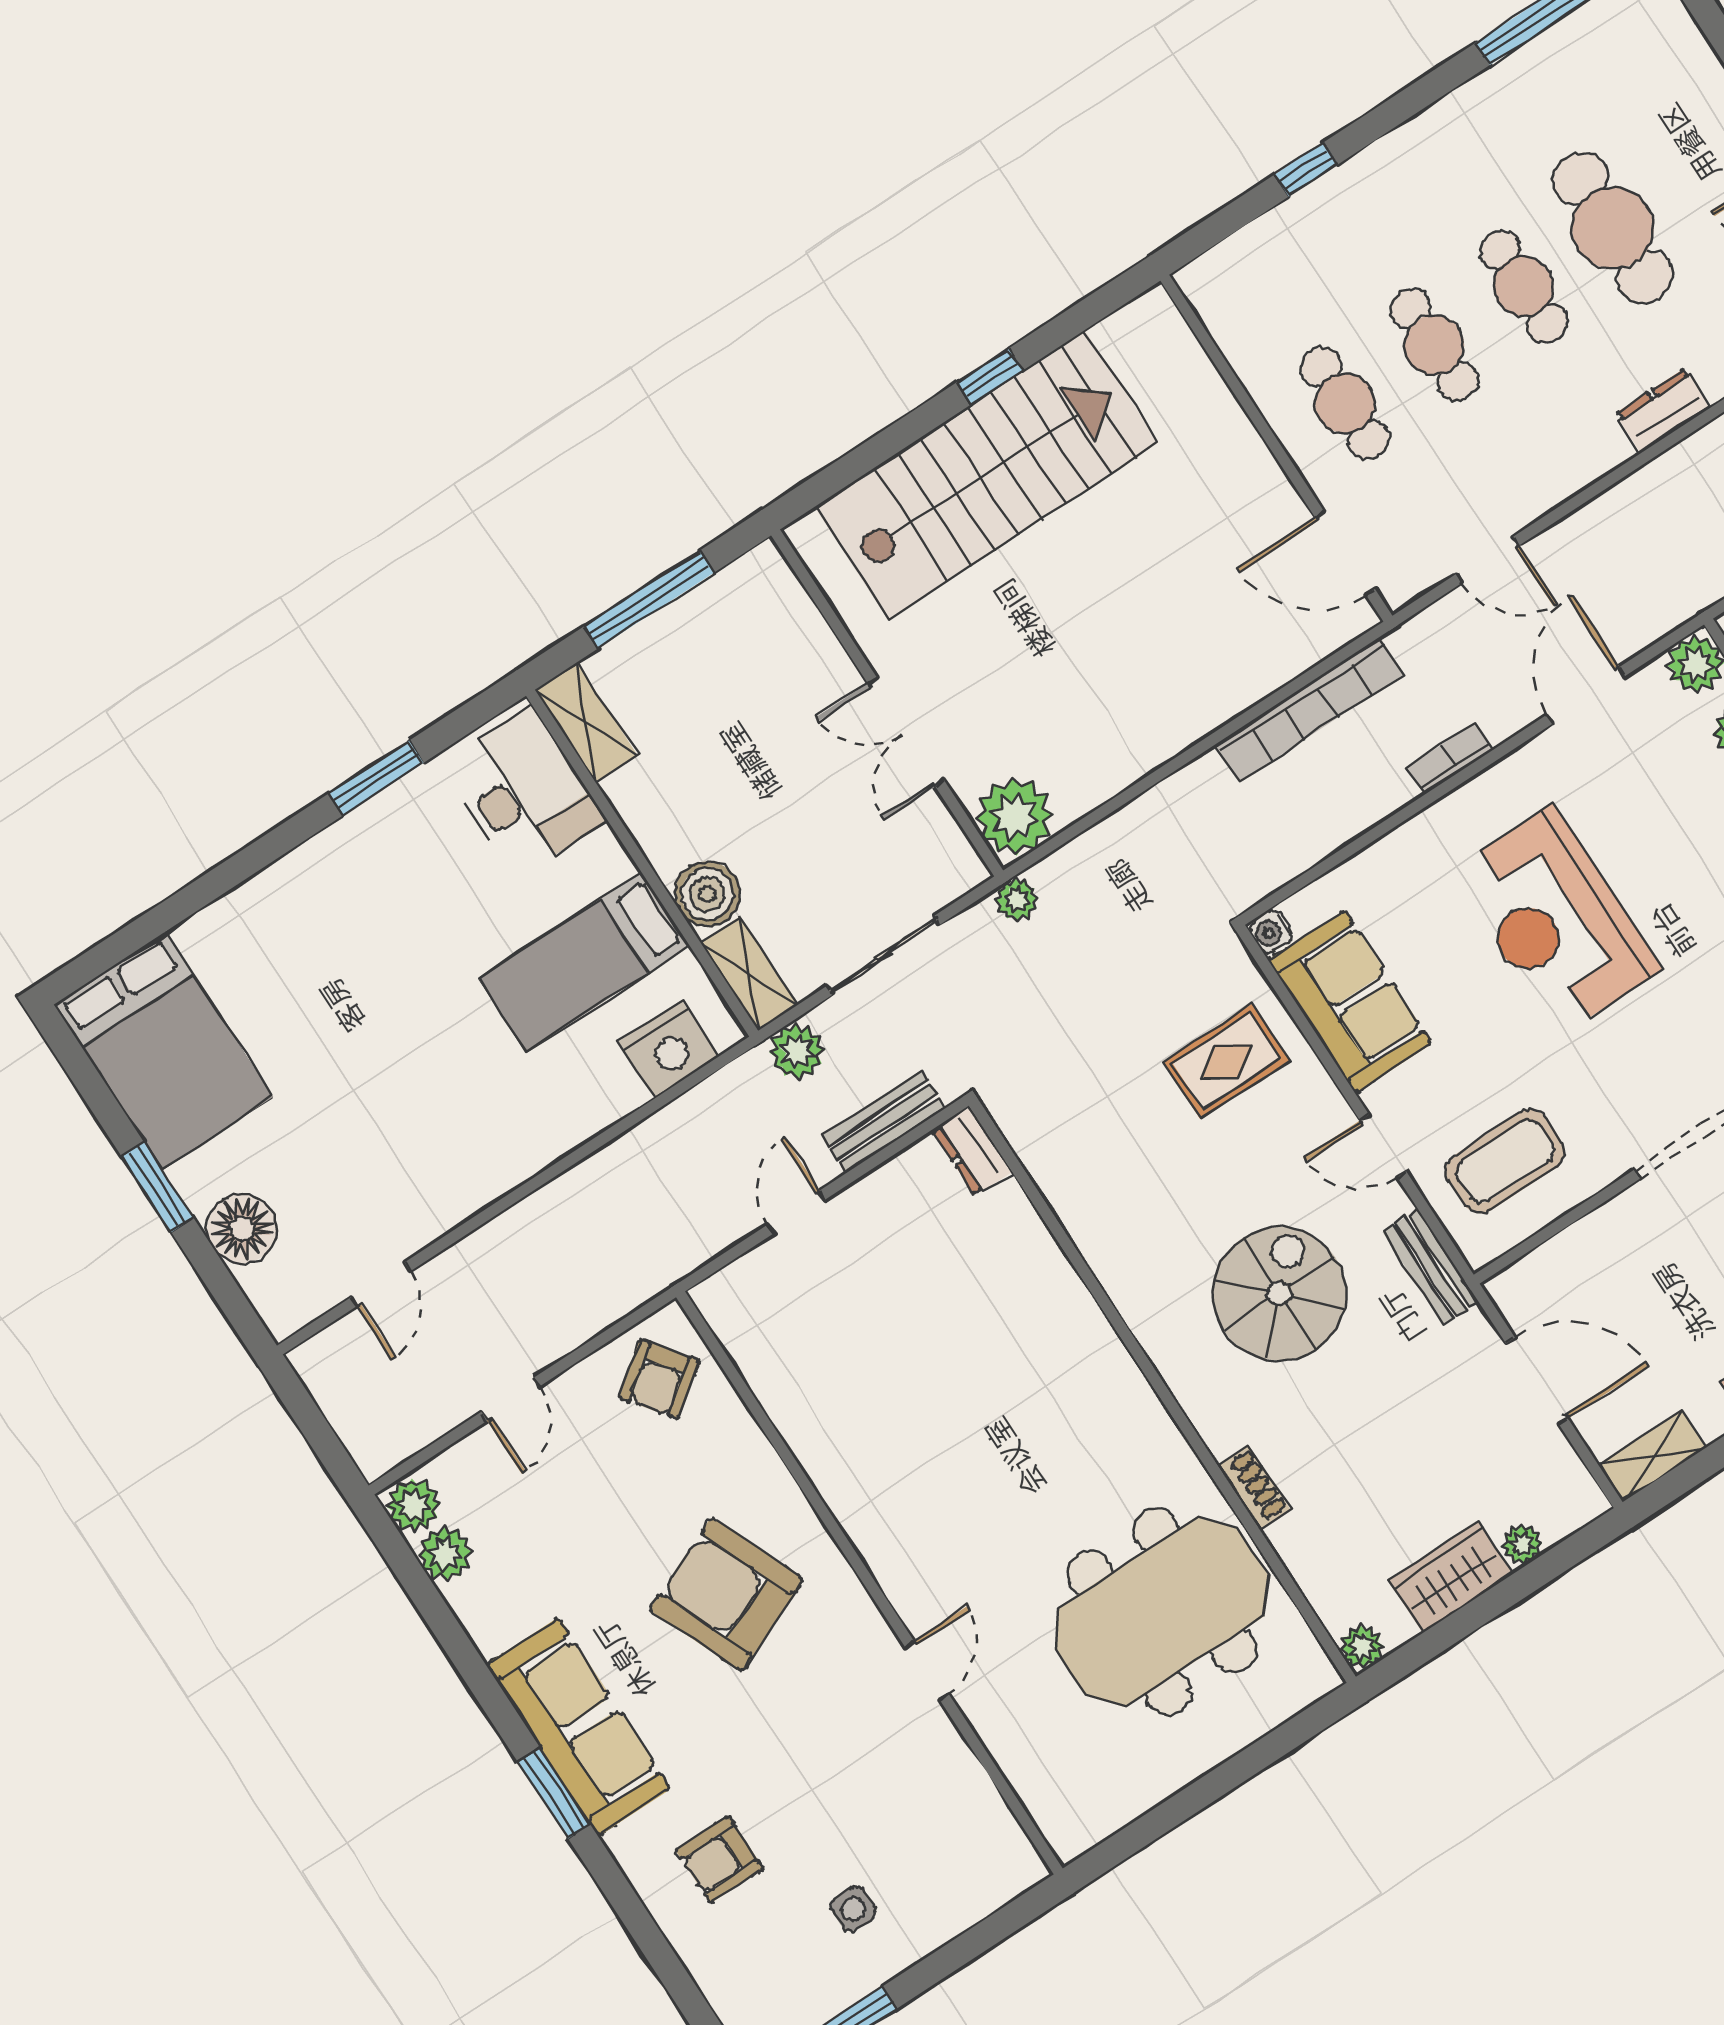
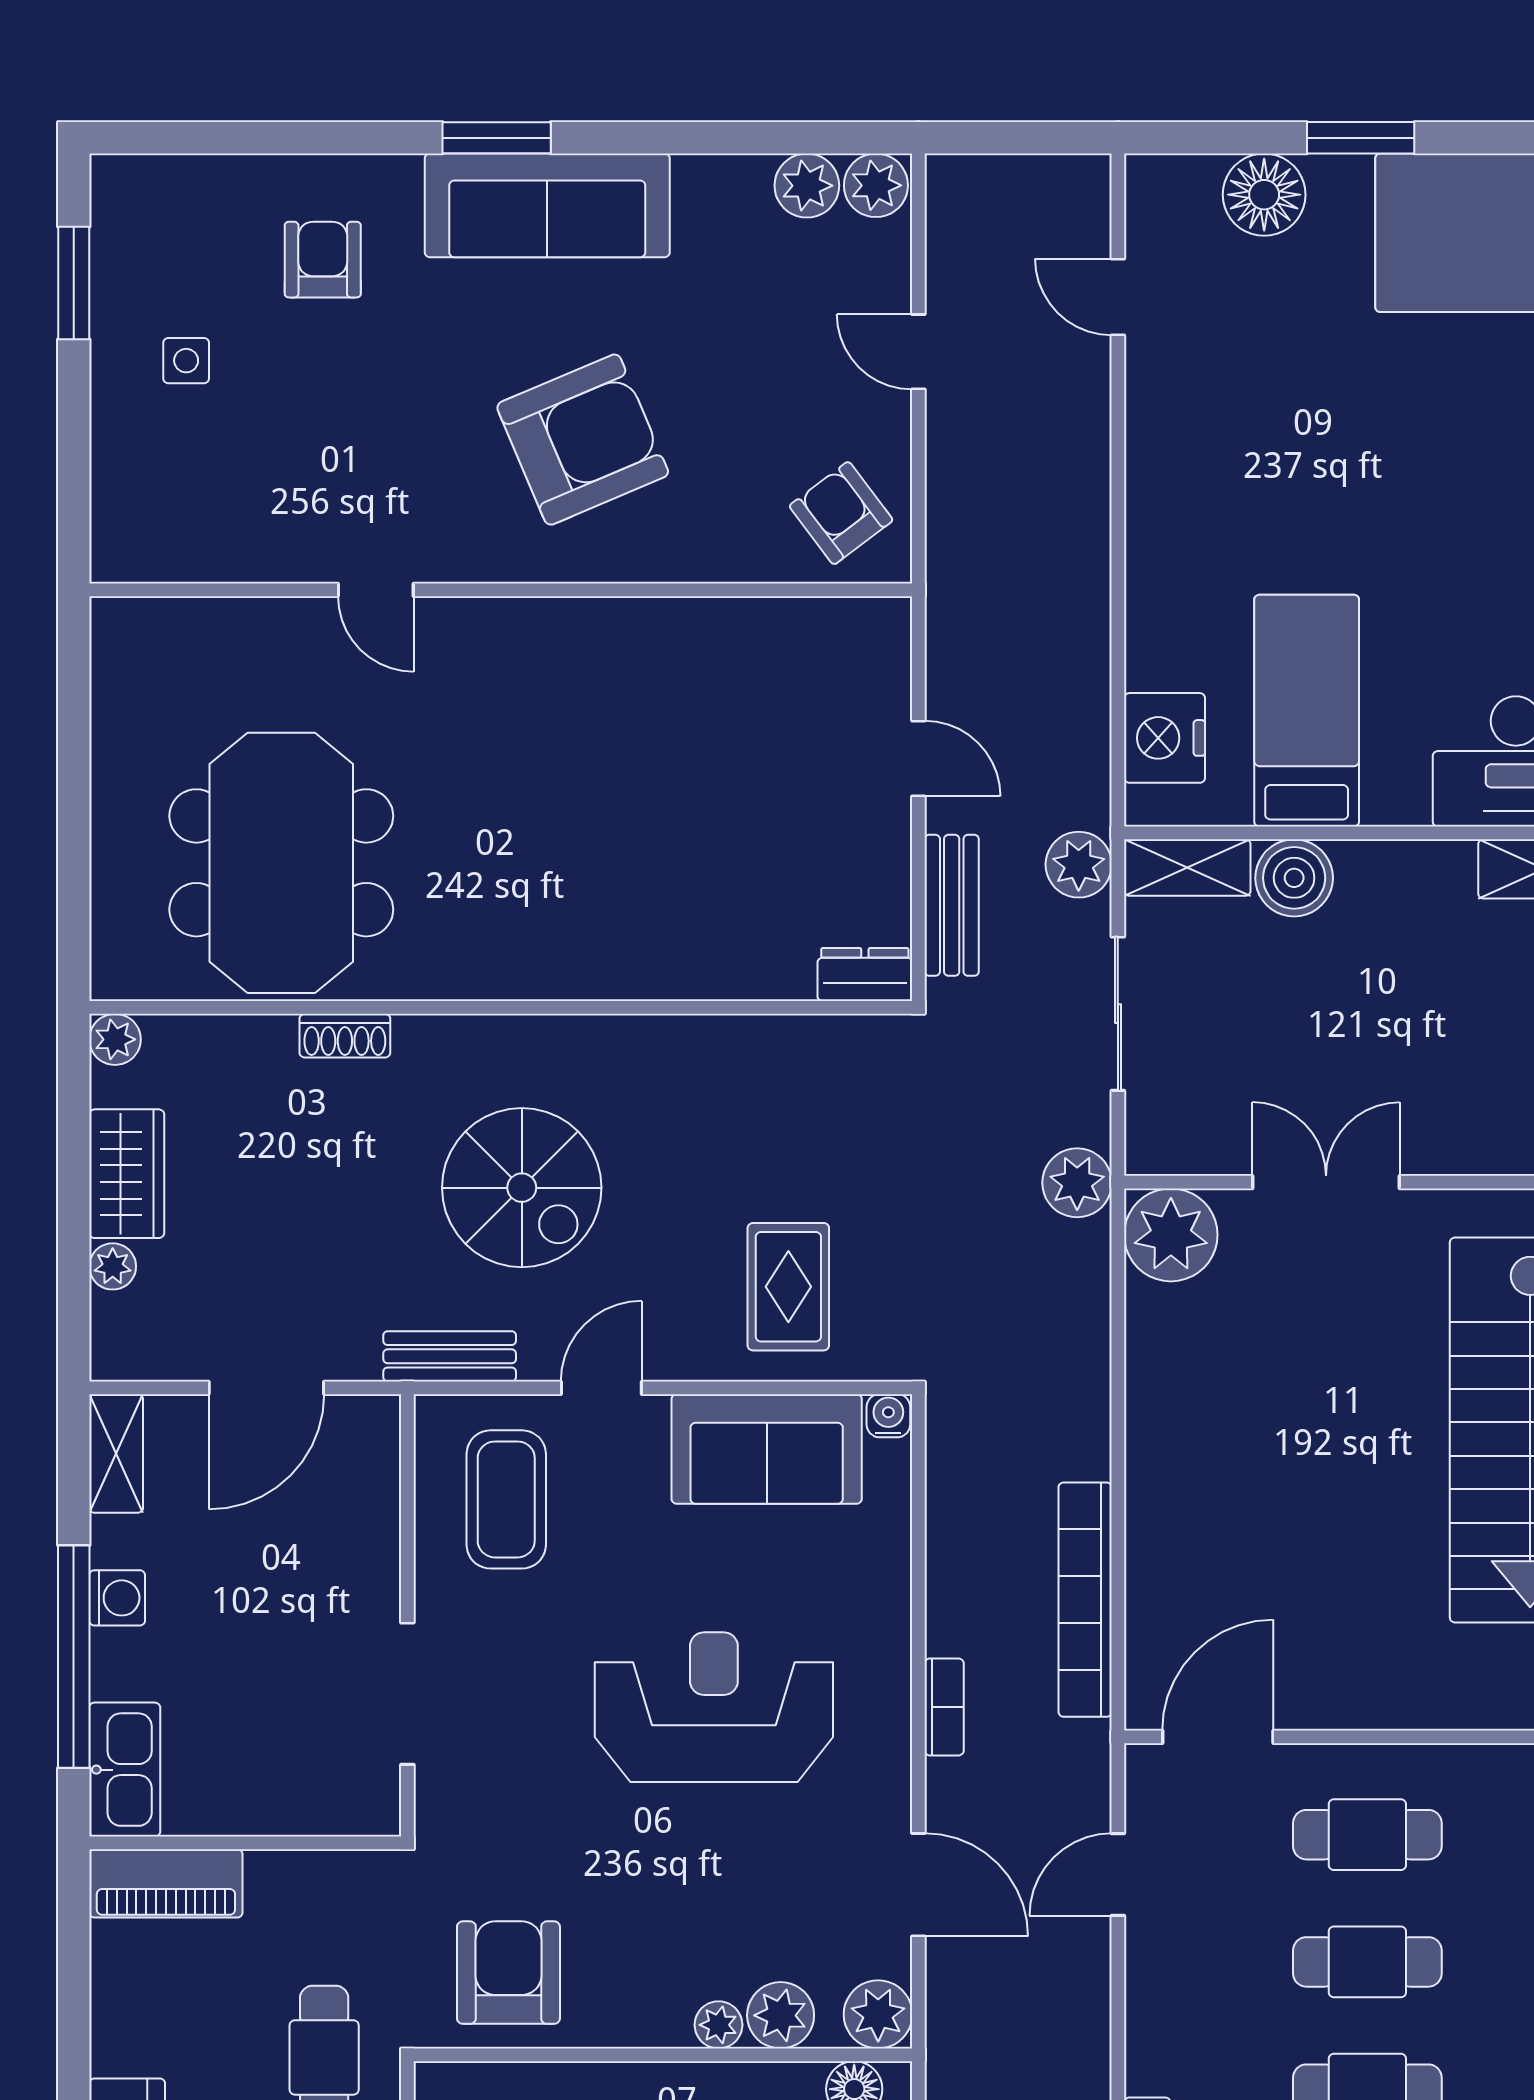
plant: (1017, 900) -> (1077, 1183), width x1.38, depth x1.38

